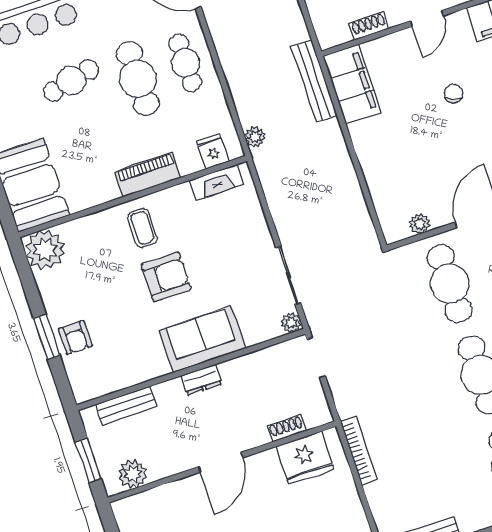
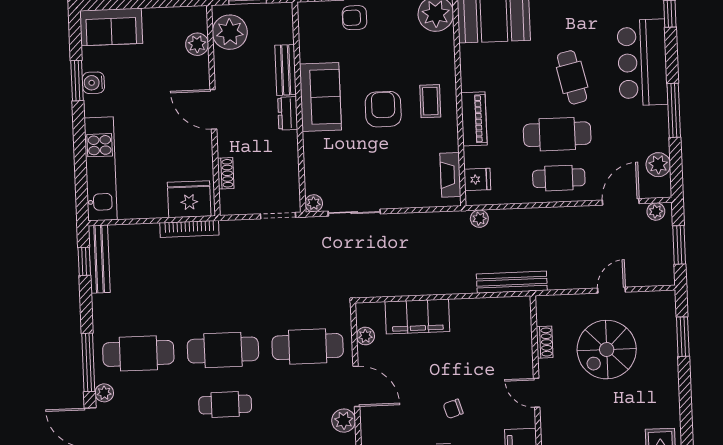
filing cabinet: (352, 84) -> (417, 317), moved
chair: (453, 93) -> (453, 409), moved, turned 142
coffee table: (142, 228) -> (430, 101), turned 90
armchair: (166, 277) -> (383, 109), turned 180
sofa: (202, 339) -> (320, 97), moved
bench: (126, 405) -> (286, 70), moved
fridge: (305, 458) -> (189, 199), moved, turned 90
plant: (133, 474) -> (230, 32), width x1.36, depth x1.36
plant: (155, 501) -> (197, 44), added

